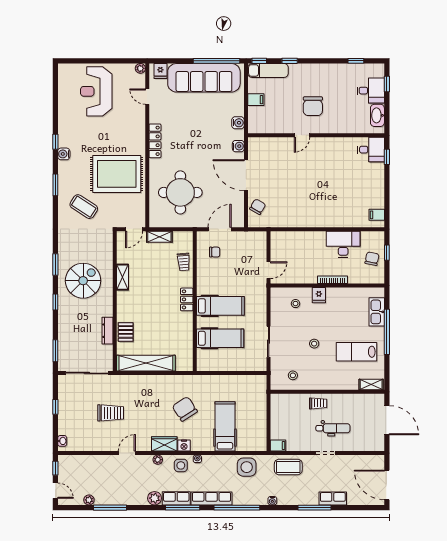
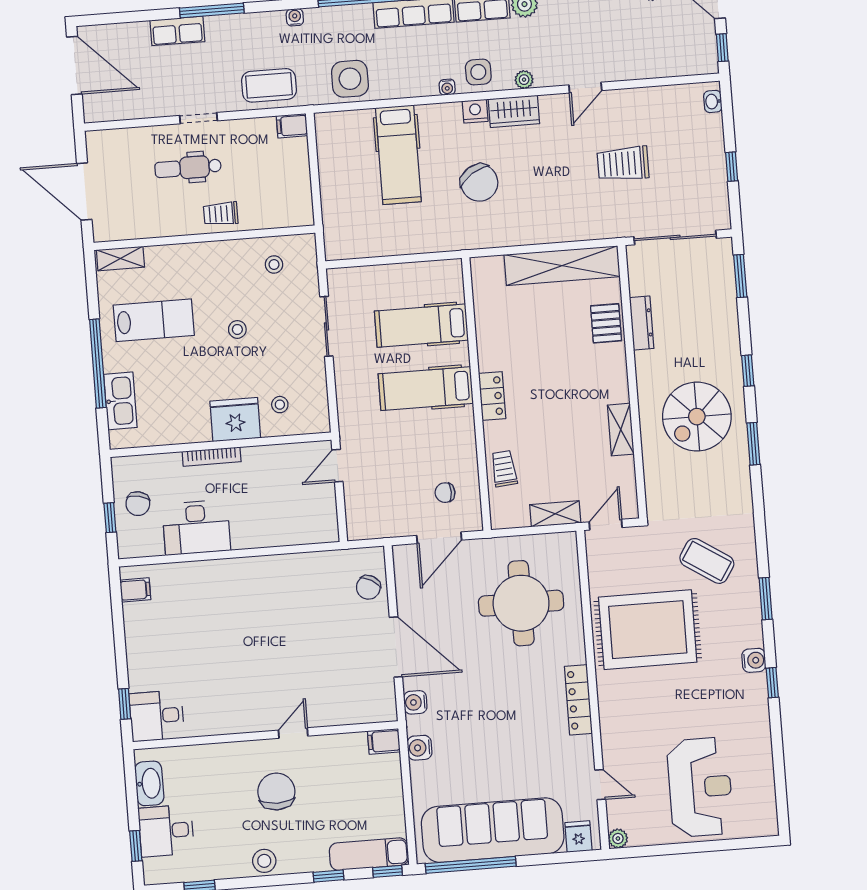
stool: (322, 71) -> (264, 861), added
filing cabinet: (256, 100) -> (384, 741), moved
fridge: (319, 295) -> (235, 420), width x1.88, depth x1.34

